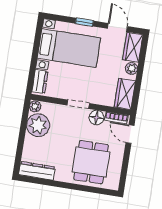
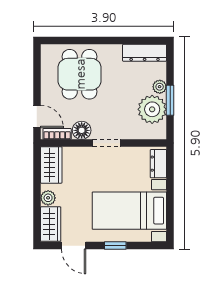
plant: (35, 106) -> (160, 87), moved
window: (23, 130) -> (170, 100), added

